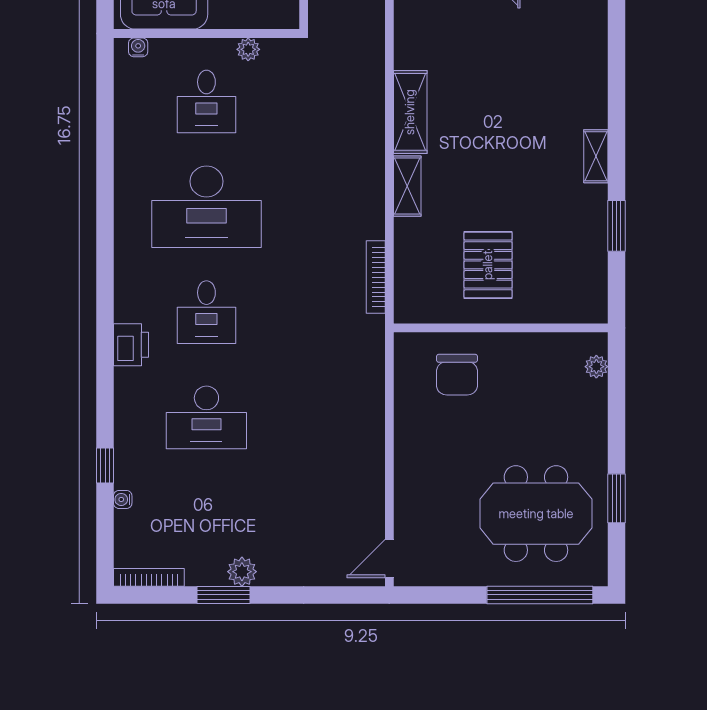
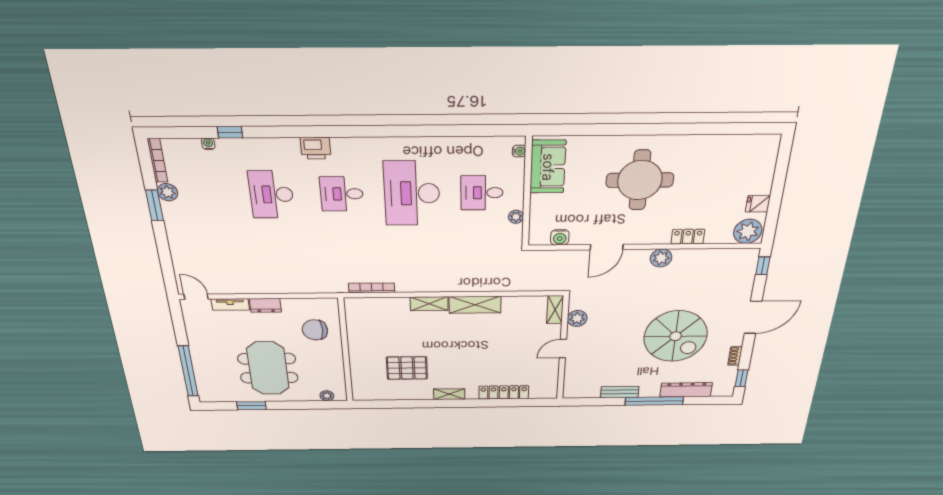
locker: (593, 62) -> (504, 392), added
window: (616, 226) -> (409, 404), removed
pallet: (488, 265) -> (407, 368), moved
dresser: (407, 450) -> (265, 305), added
tv unit: (405, 506) -> (230, 304), added
meeting table: (536, 514) -> (268, 368), moved
plant: (242, 572) -> (168, 192), moved

